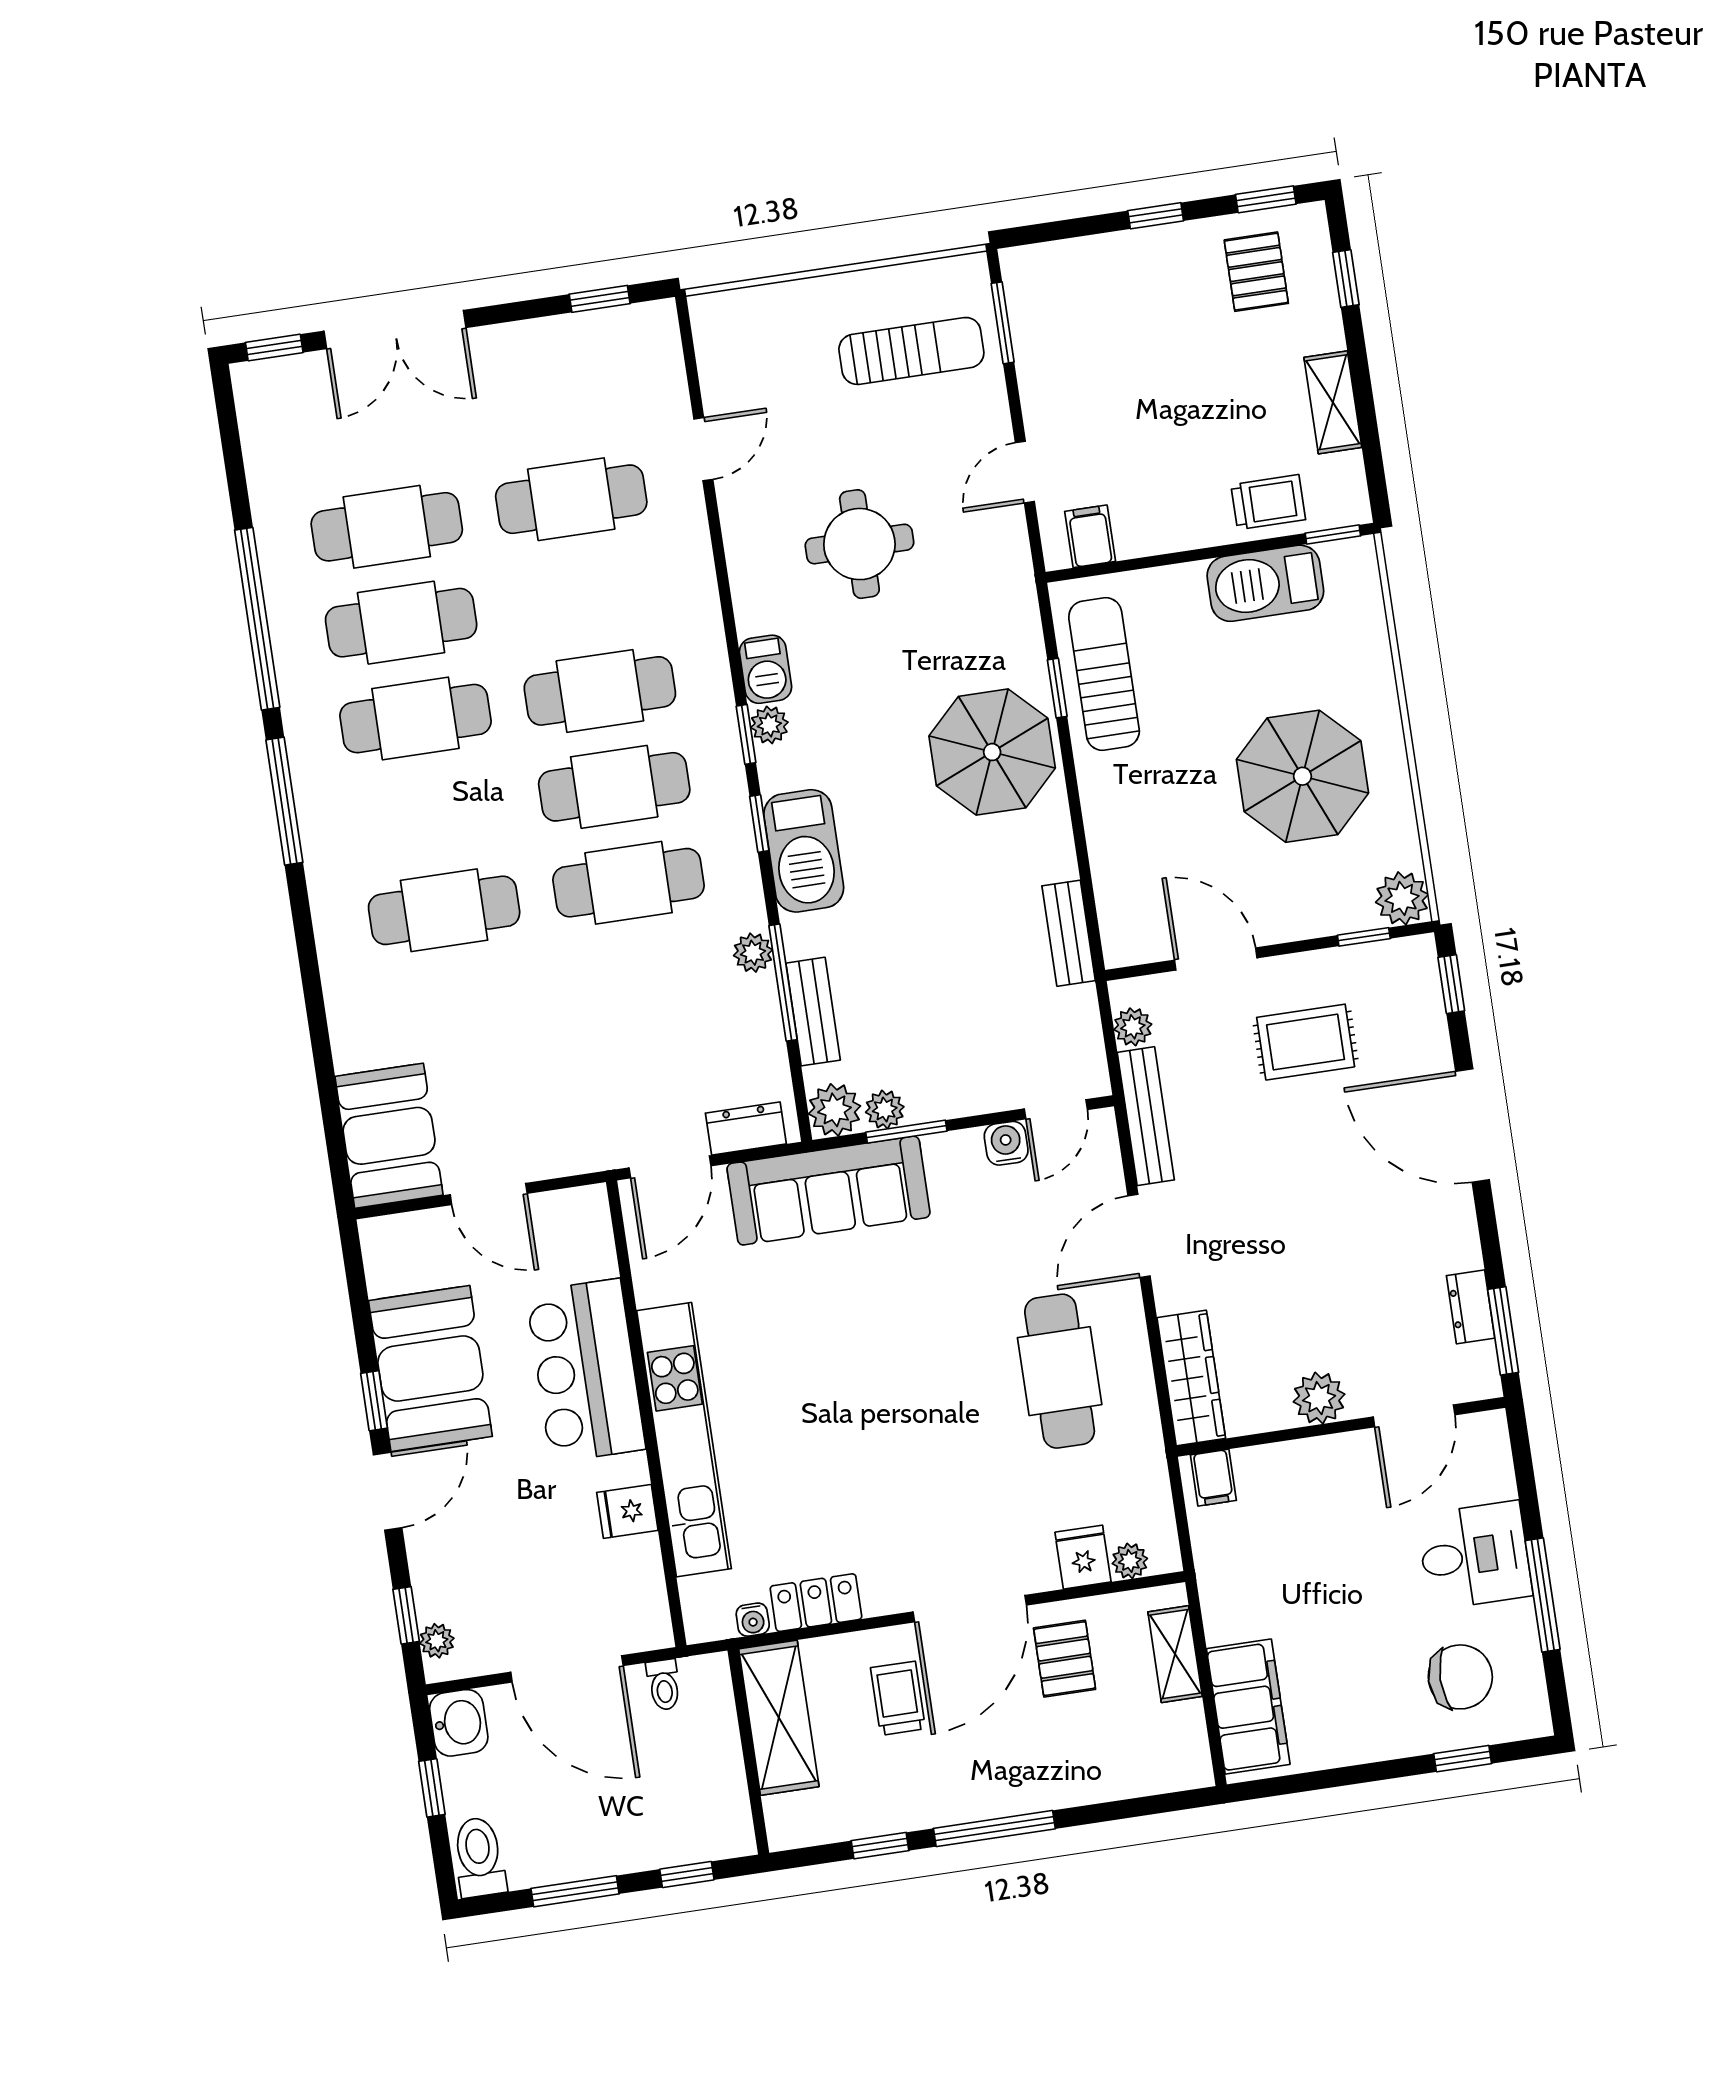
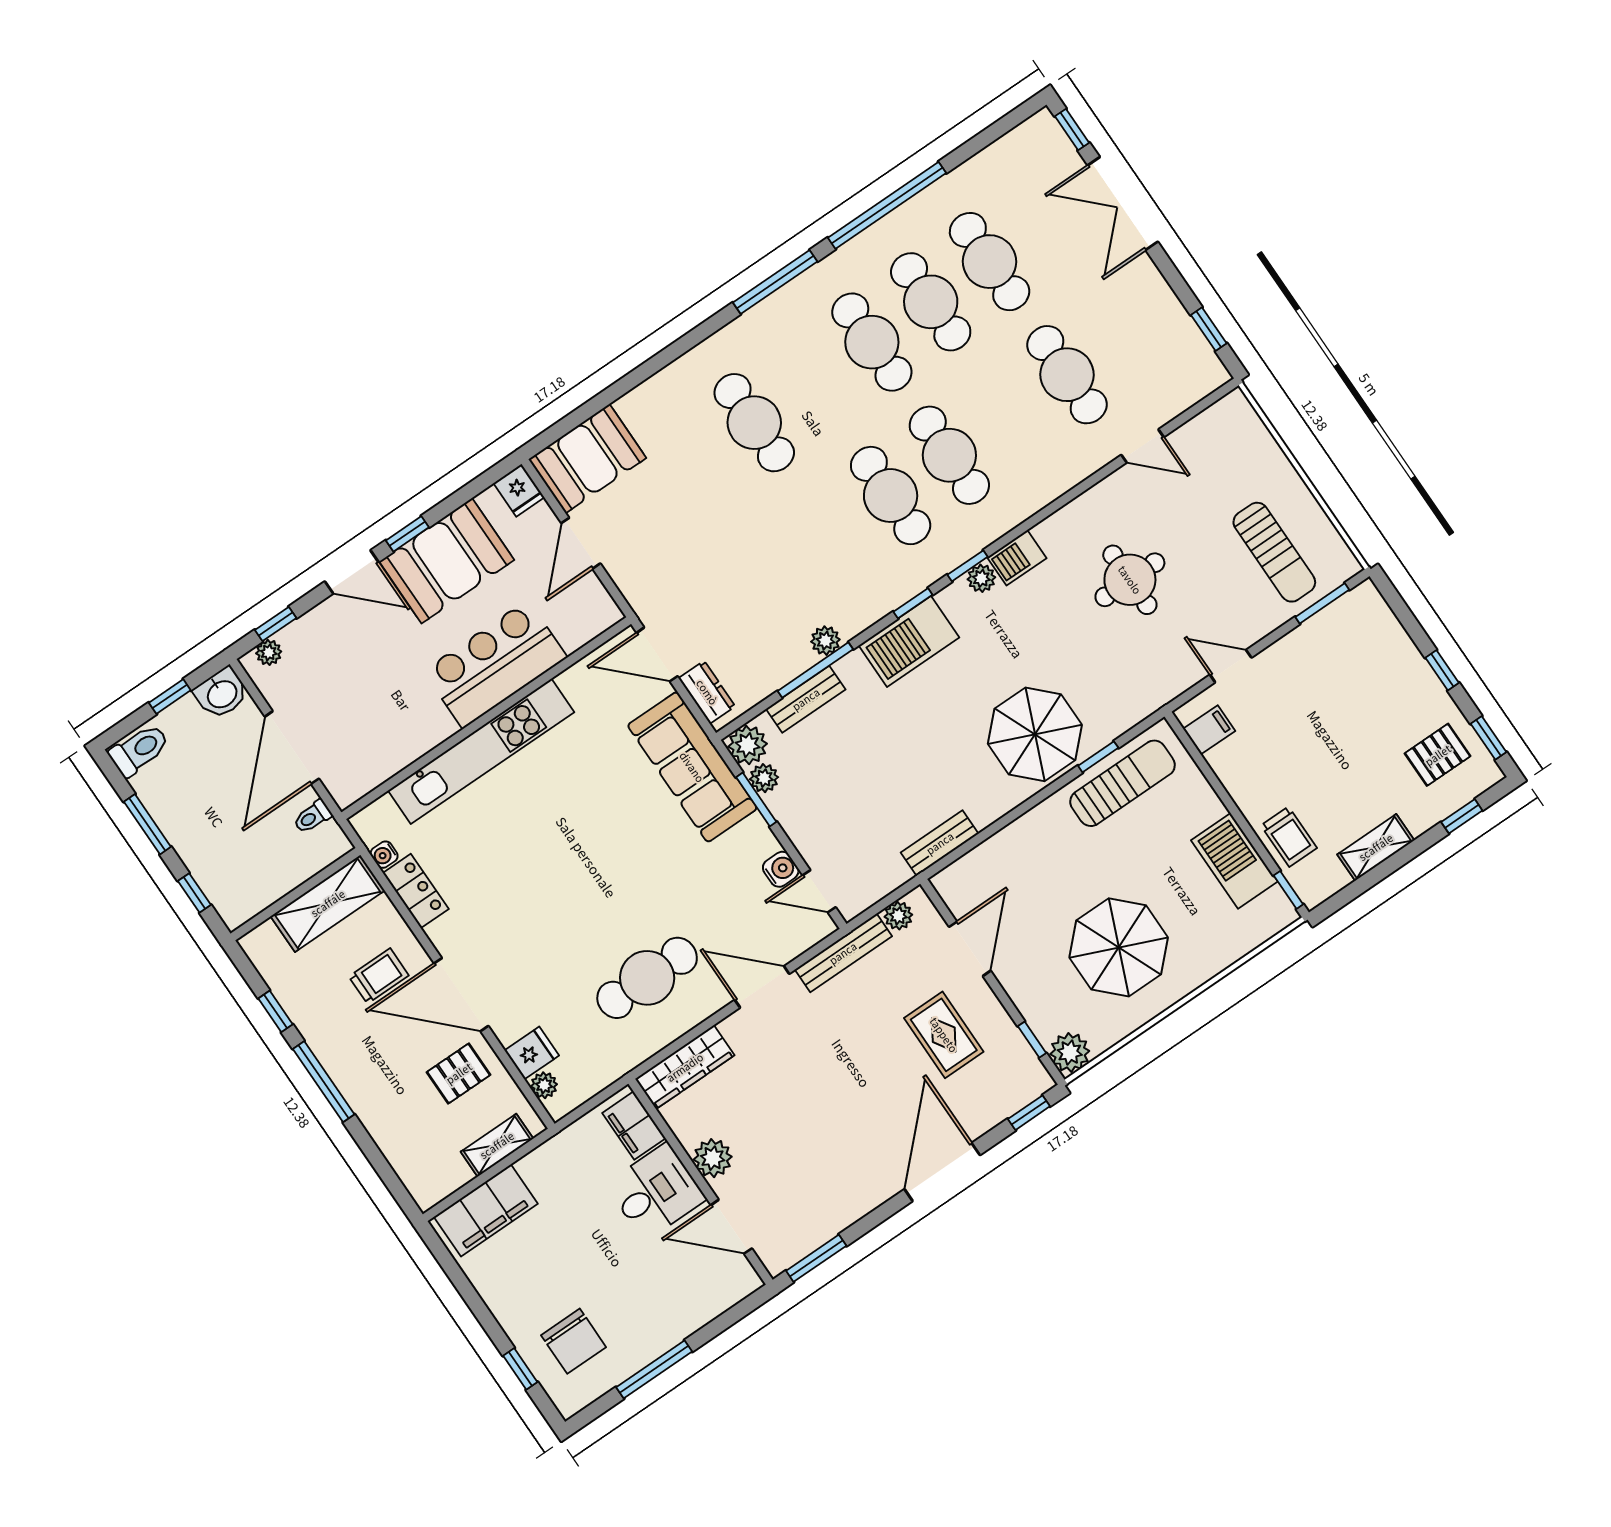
cafe table: (629, 883) -> (832, 536), removed
dresser: (1471, 1307) -> (822, 1229), removed
filing cabinet: (1213, 1478) -> (634, 1126), width x2.00
fridge: (627, 1511) -> (519, 490), moved, turned 180
desk: (1475, 1555) -> (656, 1192), moved, turned -90

